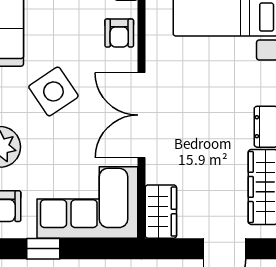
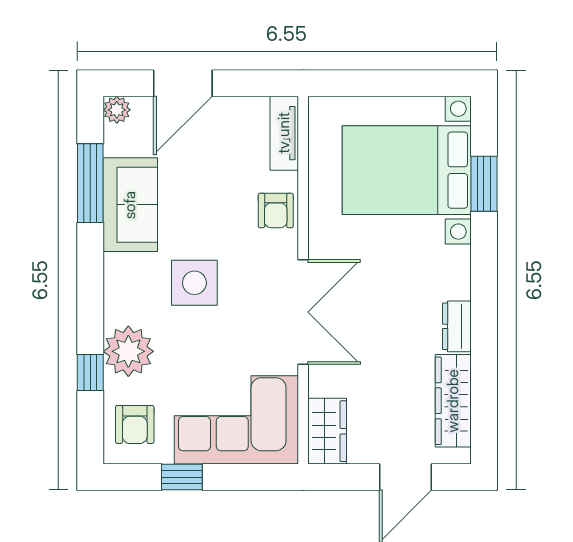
side table: (53, 91) -> (194, 283), turned 34
double door: (141, 115) -> (303, 312), swing flipped

